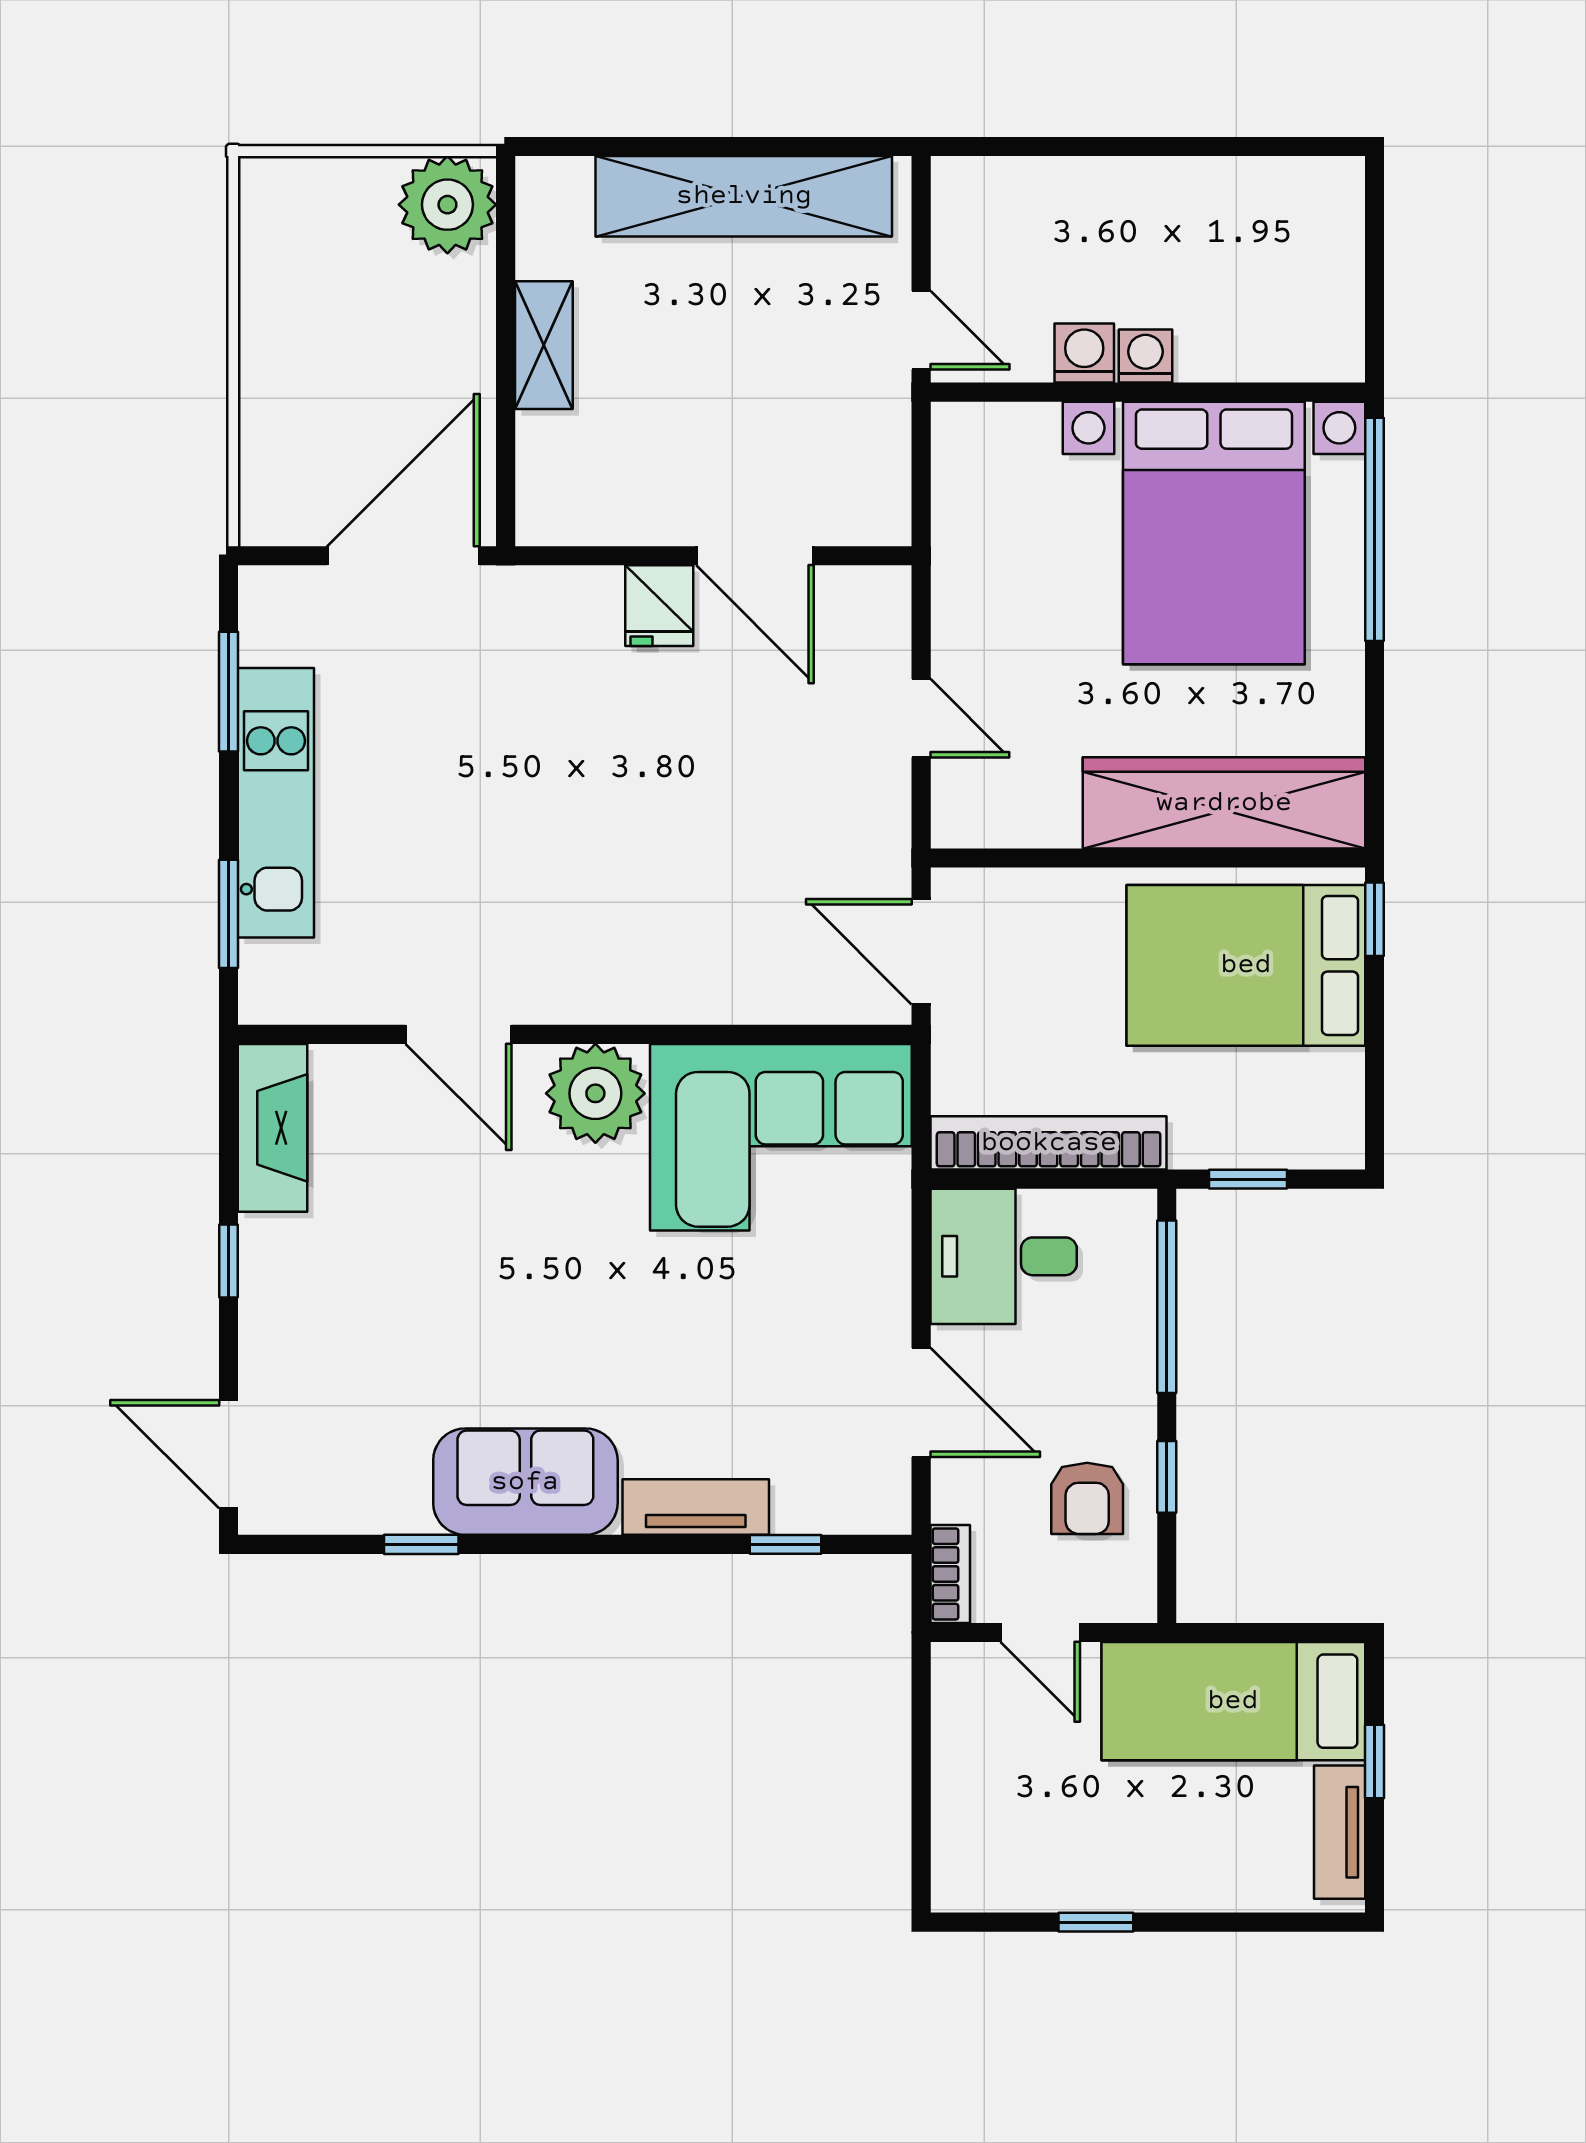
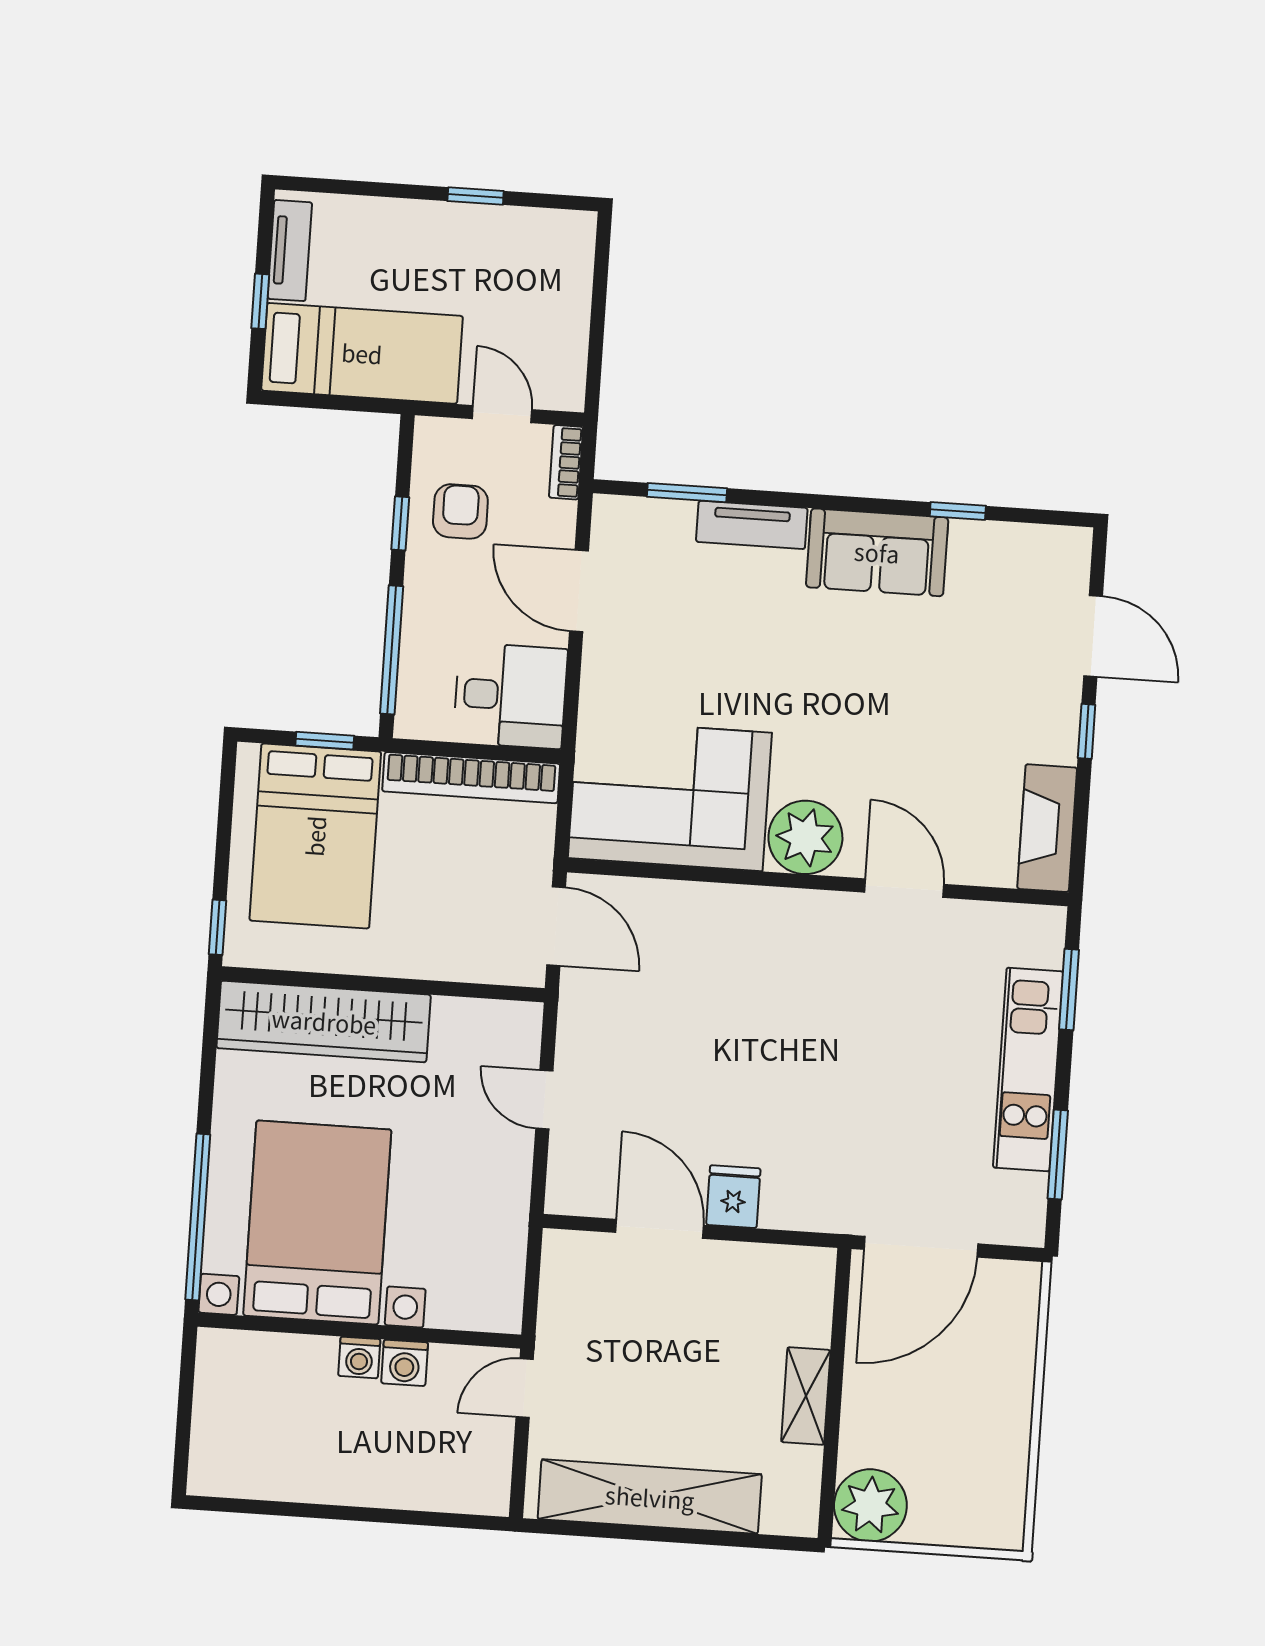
door: (921, 330) -> (525, 1388), hinge flipped
bed: (1246, 965) -> (315, 836), moved, turned 90
door: (229, 1454) -> (1093, 636), moved
window: (786, 1544) -> (687, 493), width x1.50

